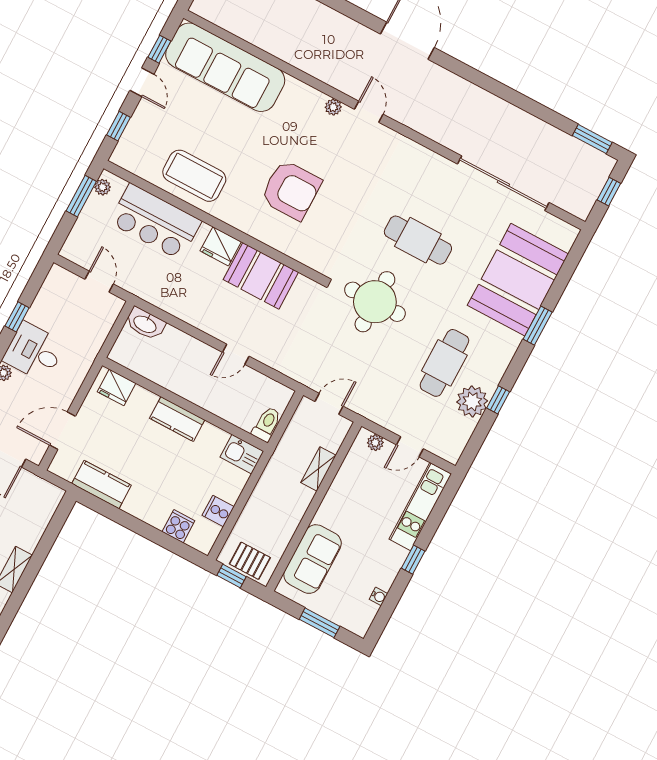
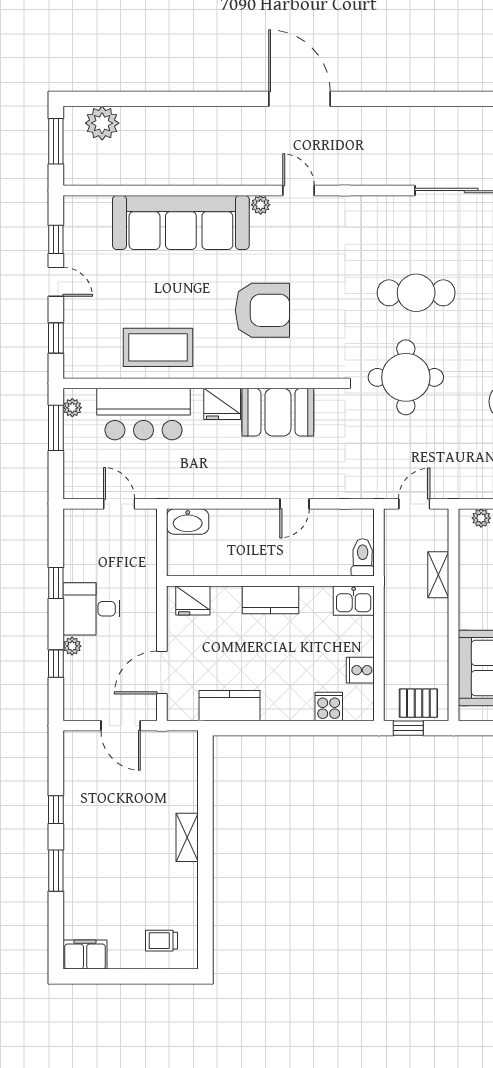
sofa: (225, 67) -> (181, 222), moved

